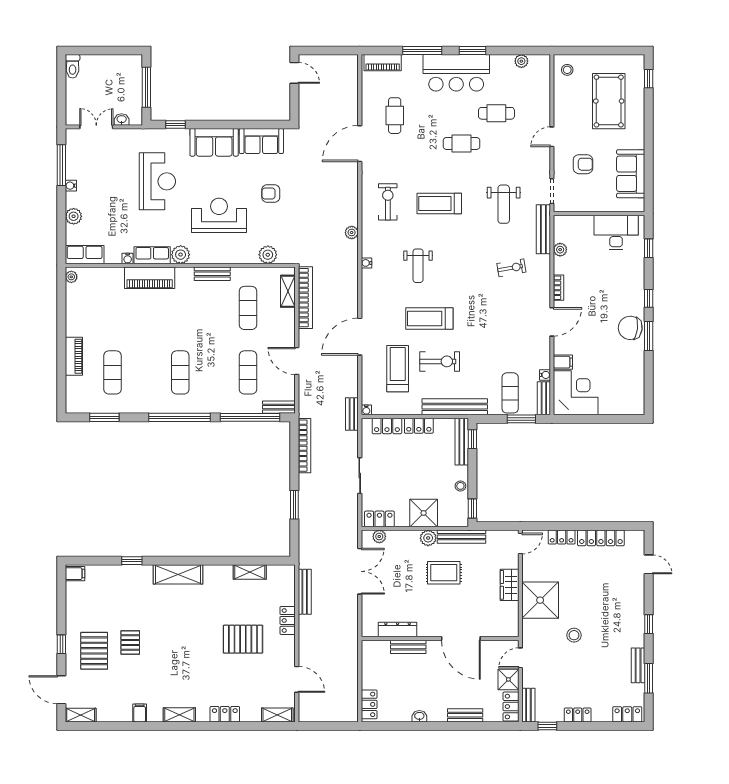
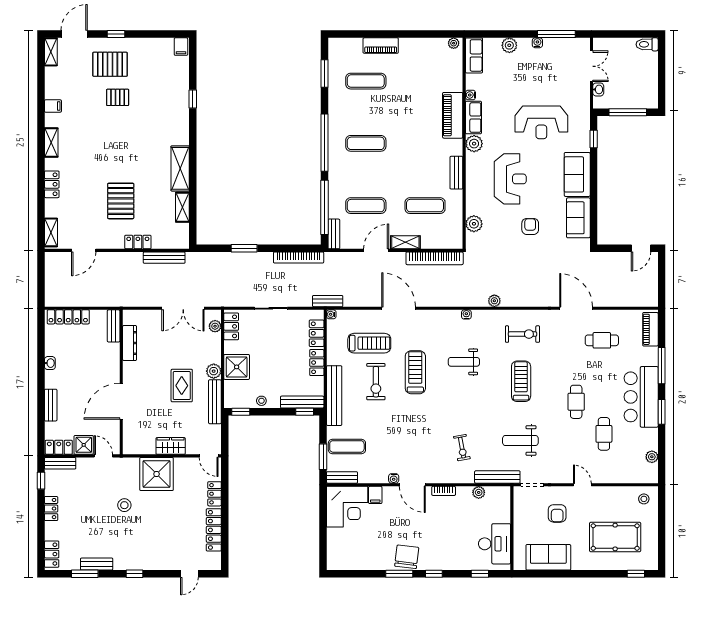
shelving: (288, 291) -> (405, 242), moved
water cooler: (545, 375) -> (394, 478), moved
shelving: (178, 574) -> (180, 168), moved
bench: (408, 647) -> (114, 326), moved
locker: (369, 704) -> (68, 317), width x1.53

